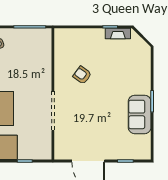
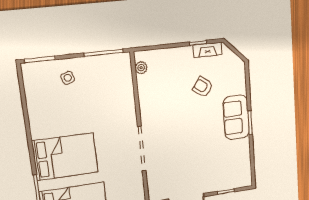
plant: (59, 42) -> (141, 68), added
armchair: (82, 75) -> (203, 87), moved
sofa: (140, 114) -> (236, 117), moved

